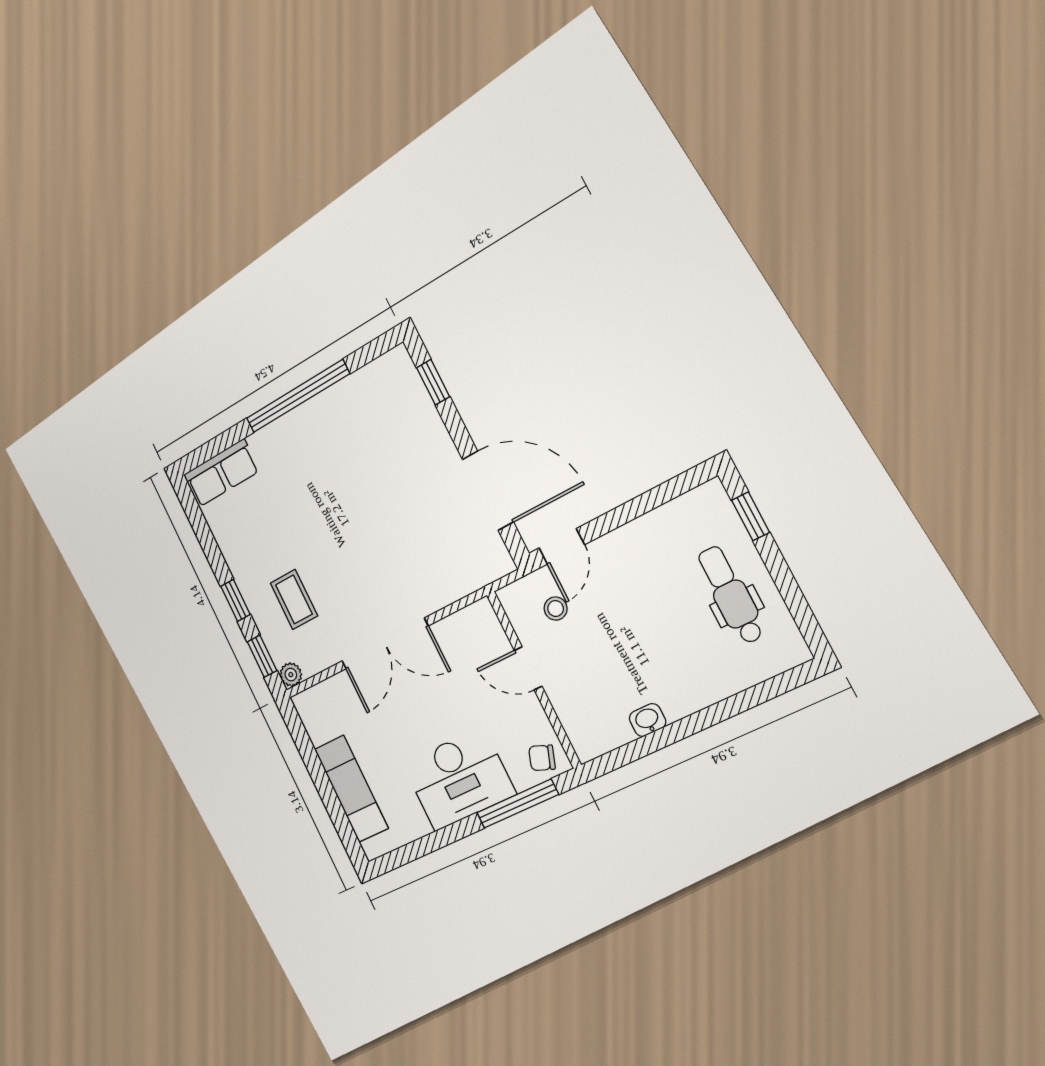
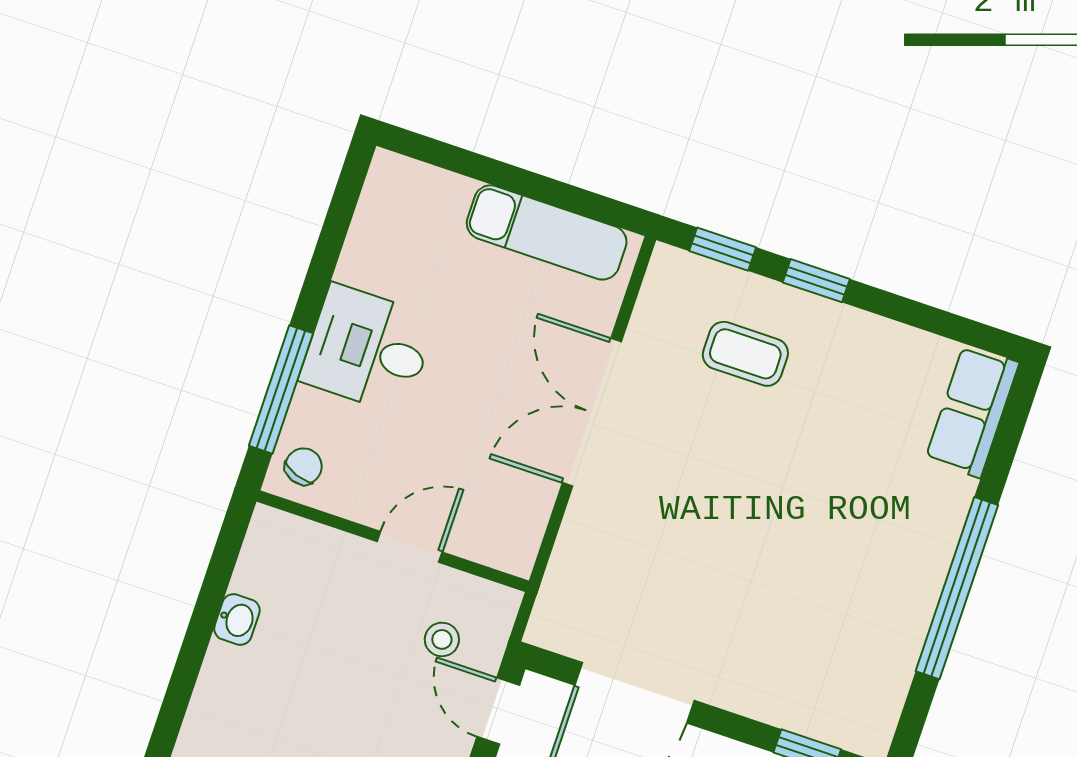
plant: (291, 675) -> (668, 264), removed
desk: (459, 779) -> (368, 349), width x0.73
exam couch: (351, 789) -> (547, 232), moved

